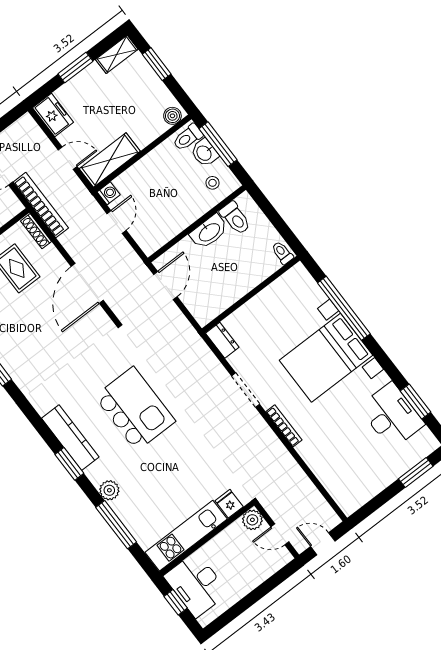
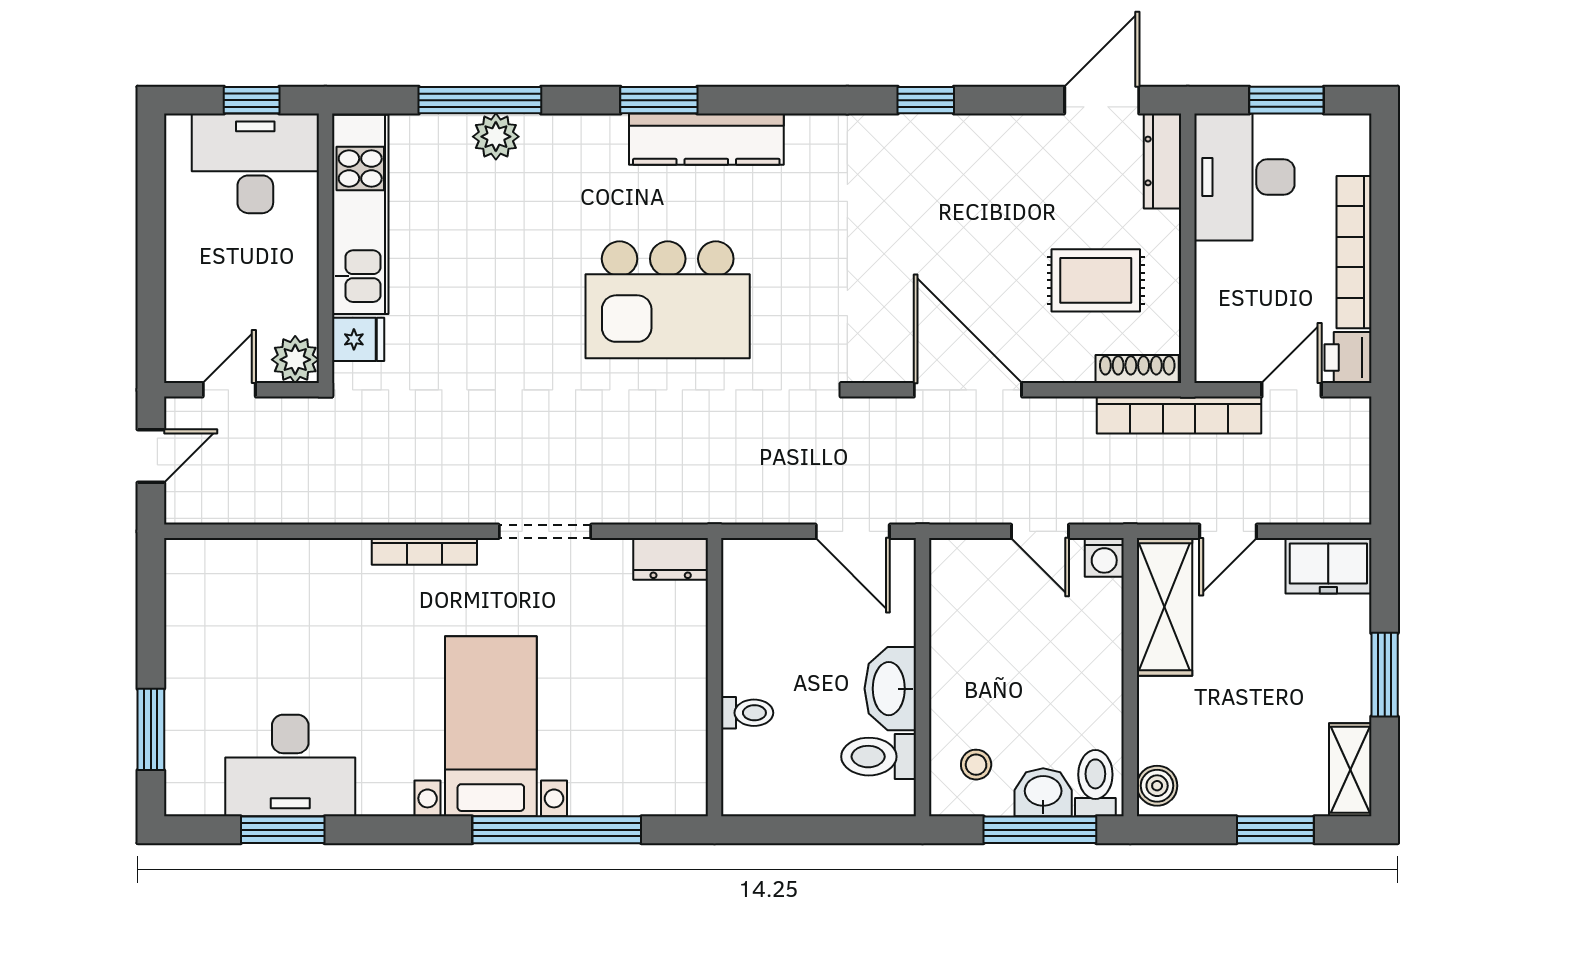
toilet: (282, 253) -> (747, 713), moved
bed with nightstands: (326, 358) -> (491, 726), width x0.73
plant: (109, 490) -> (496, 137), moved

